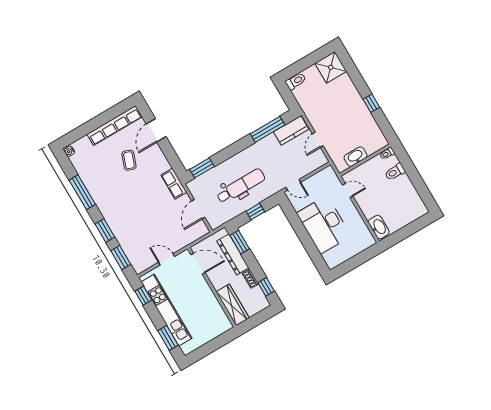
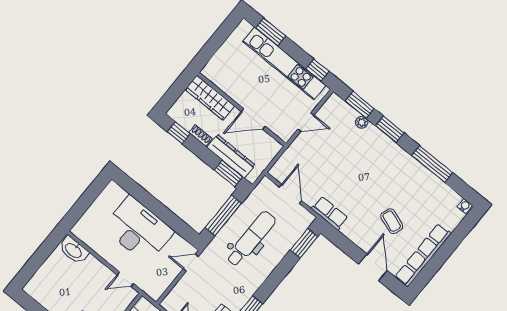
dental chair: (241, 186) -> (251, 239), turned 180
window: (255, 212) -> (223, 216), width x2.17
plant: (124, 244) -> (362, 122), added
door: (198, 264) -> (253, 119), moved

